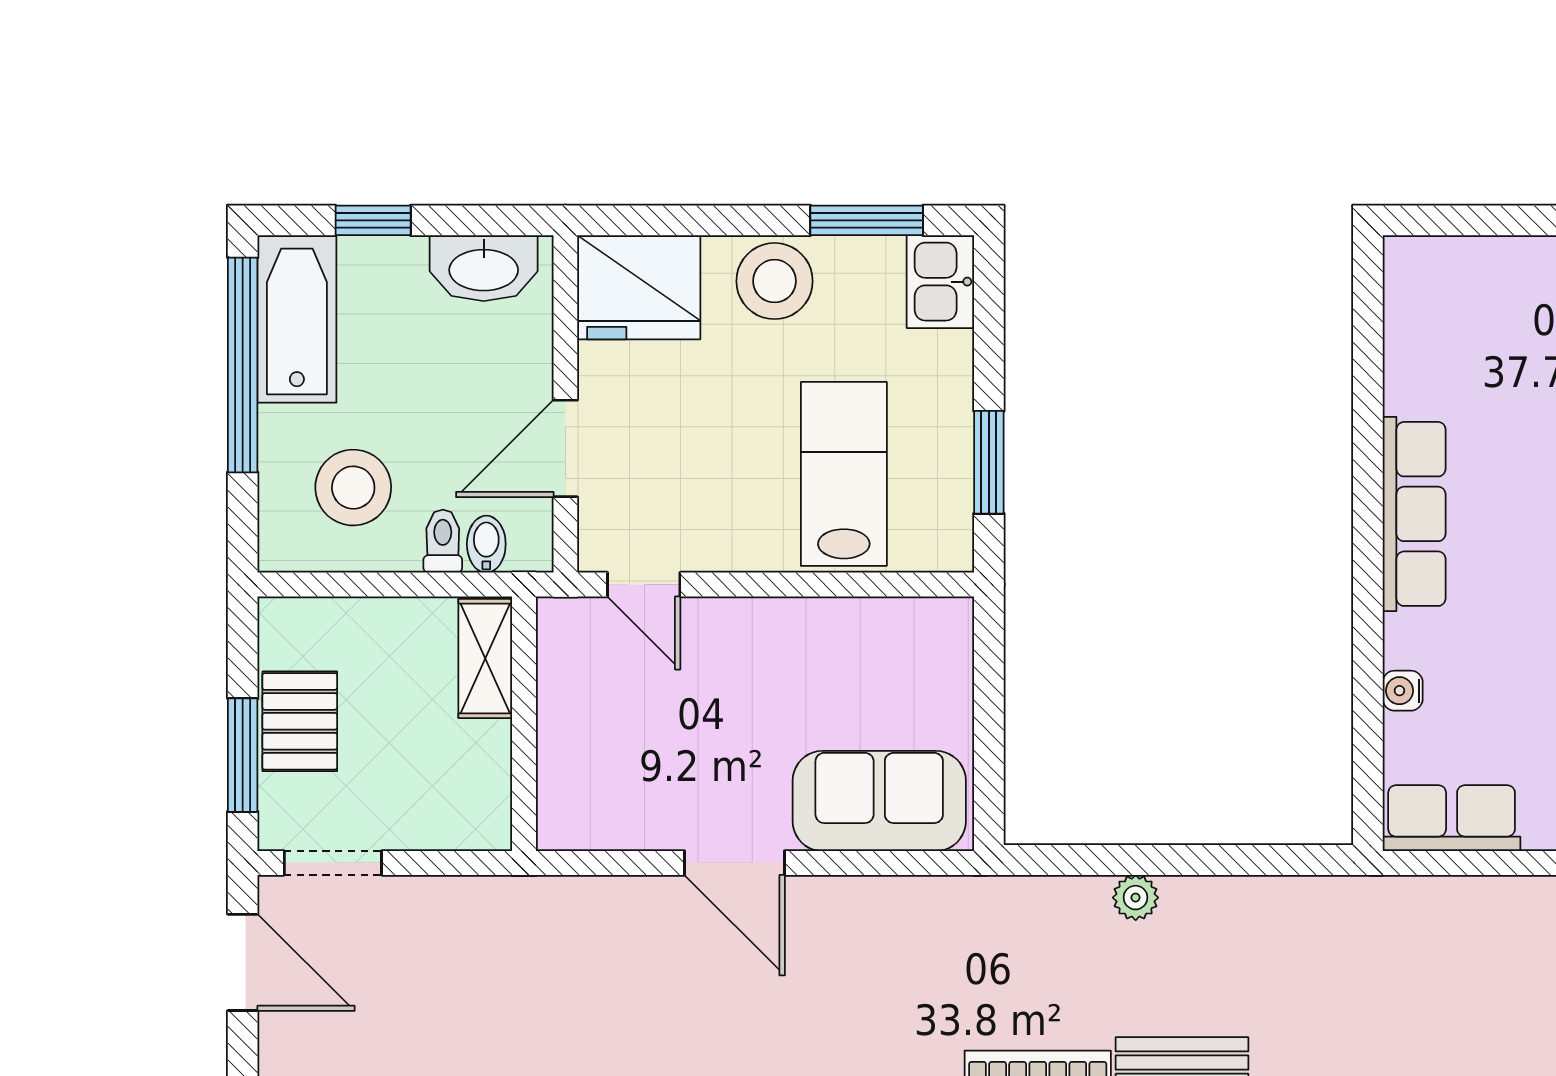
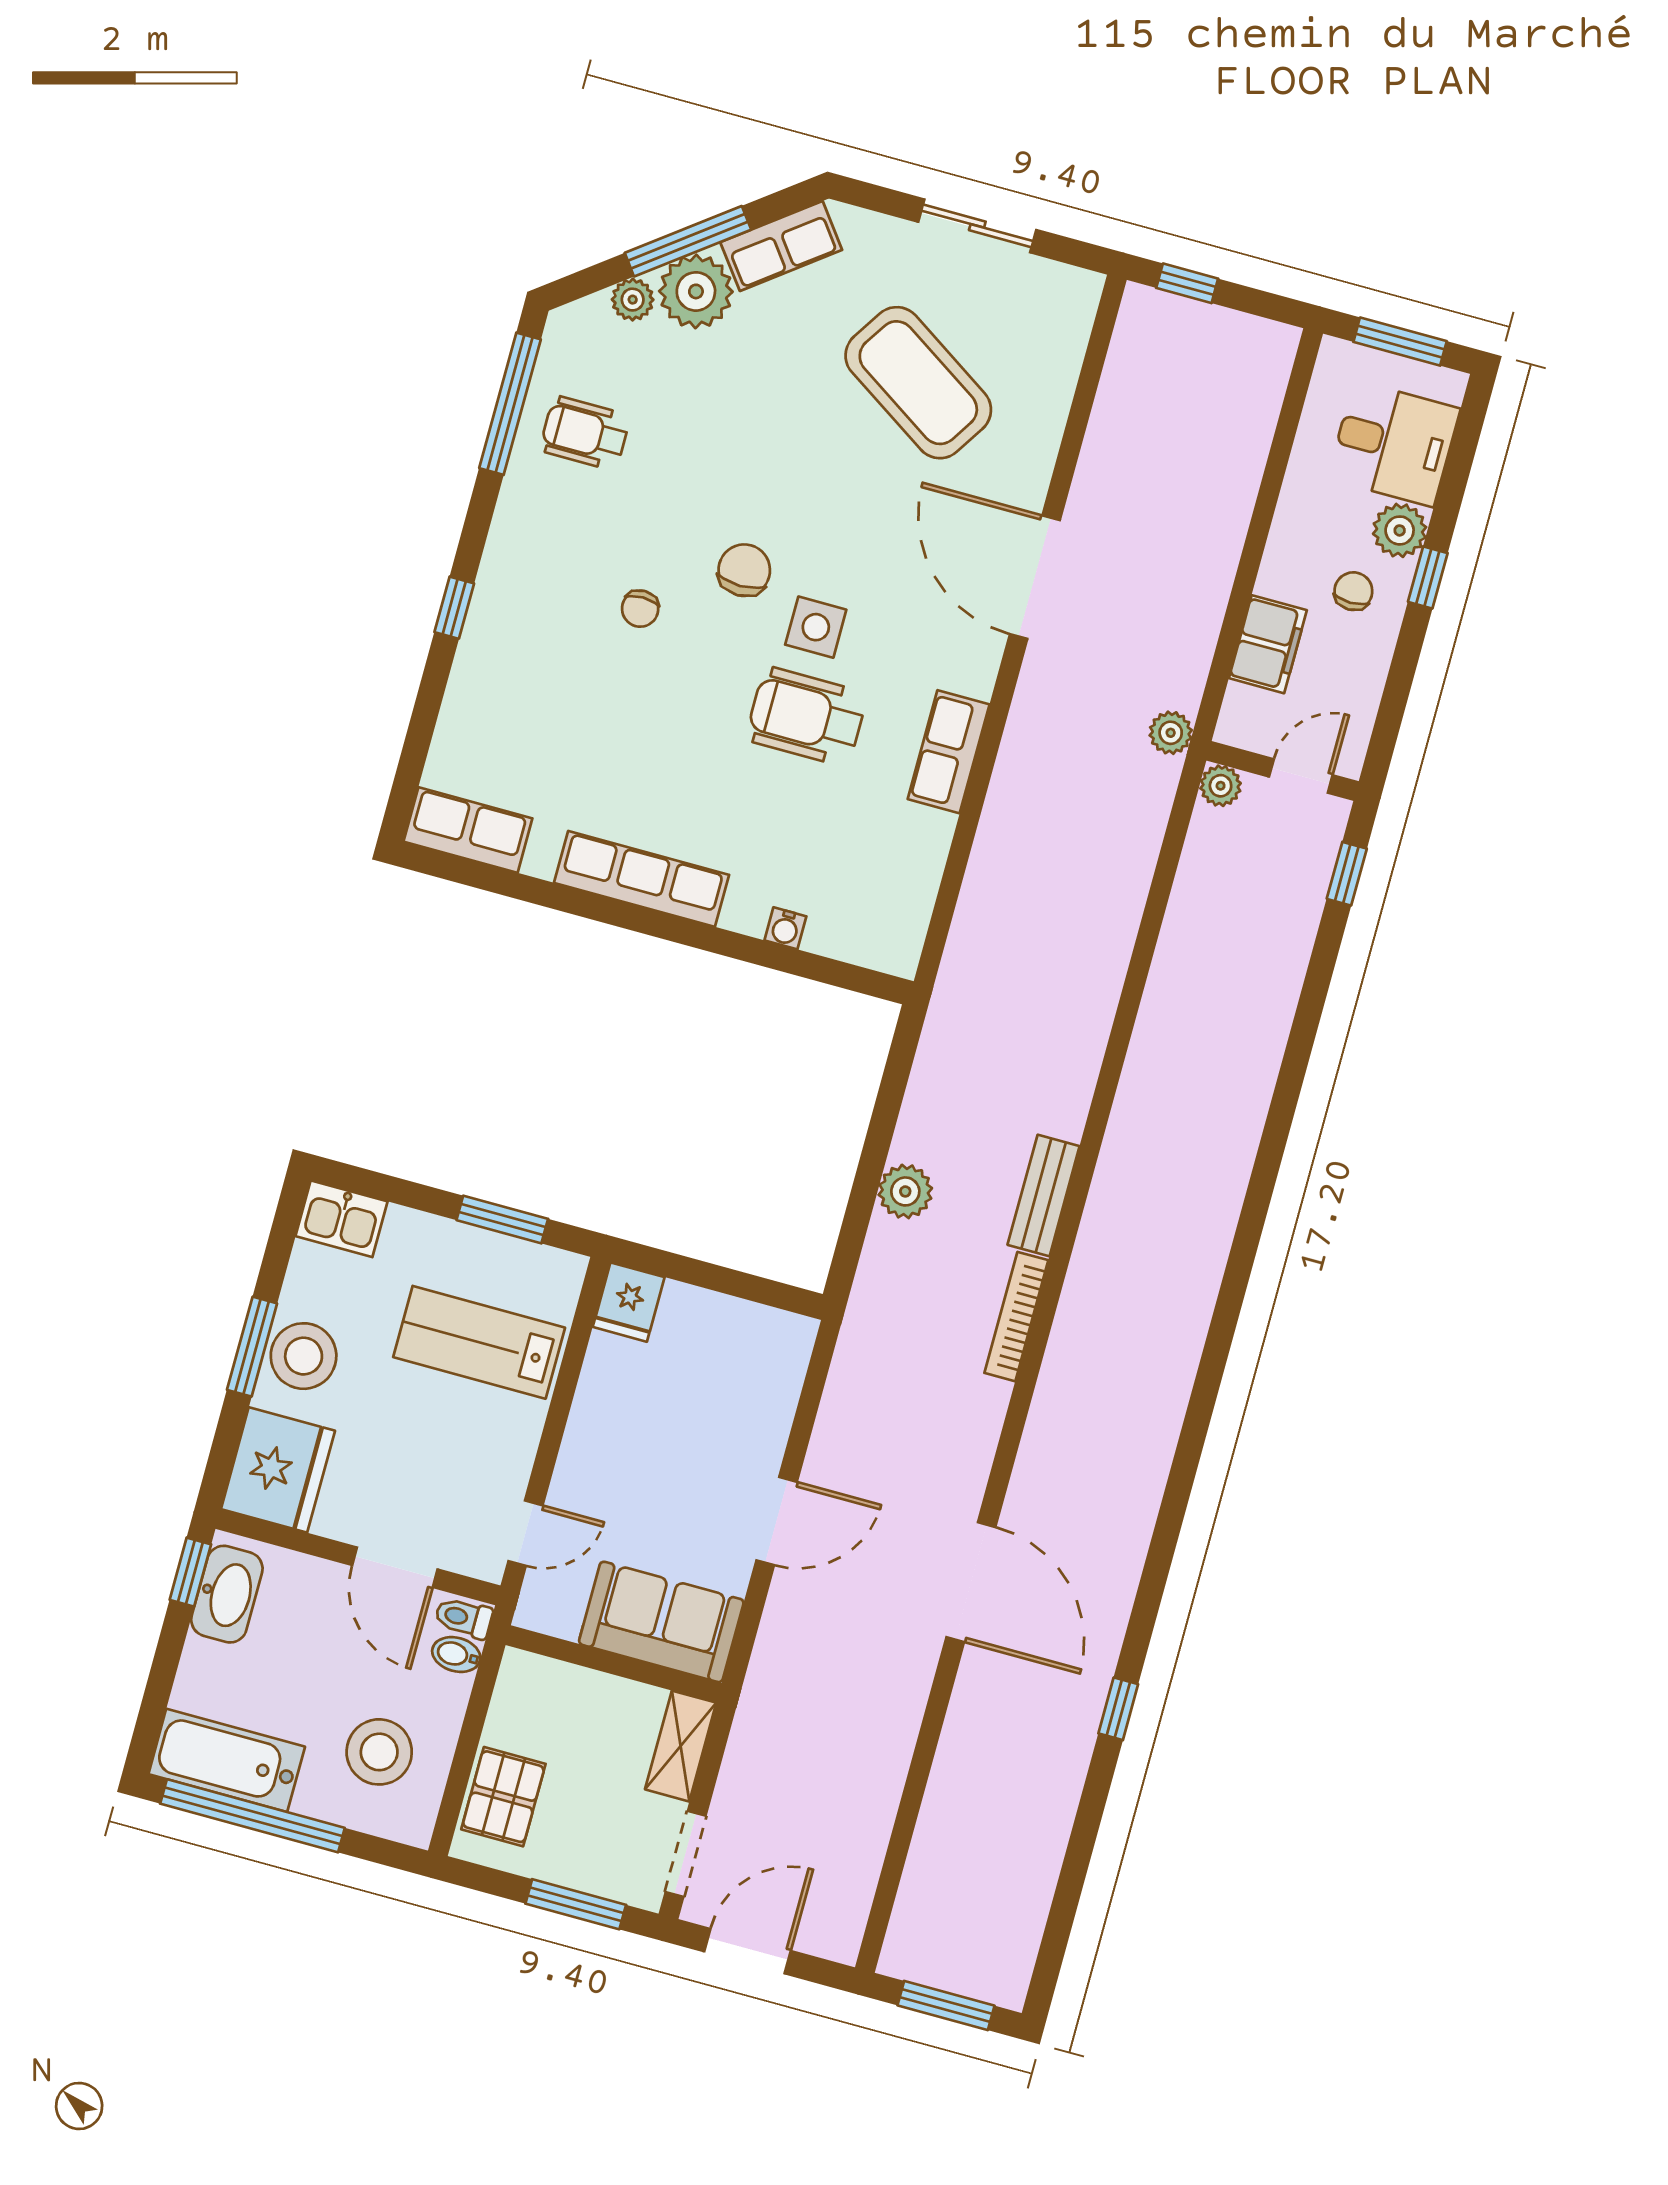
window: (373, 220) -> (190, 1572), moved
window: (867, 220) -> (252, 1347), moved
toilet: (443, 541) -> (464, 1618), moved
fridge: (935, 629) -> (629, 1302), added
shelving: (485, 658) -> (681, 1746), moved, turned 90
pallet: (300, 721) -> (503, 1797), moved, turned 90
sofa: (879, 801) -> (661, 1622), moved, turned 90
row of seats: (1452, 818) -> (468, 830), moved, turned 90
plant: (1136, 898) -> (905, 1191), width x1.38, depth x1.38

